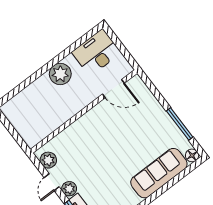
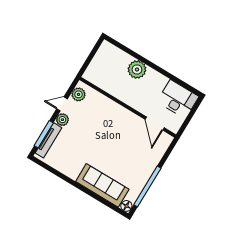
plant: (60, 74) -> (137, 69), moved
window: (180, 124) -> (147, 186), width x1.46

